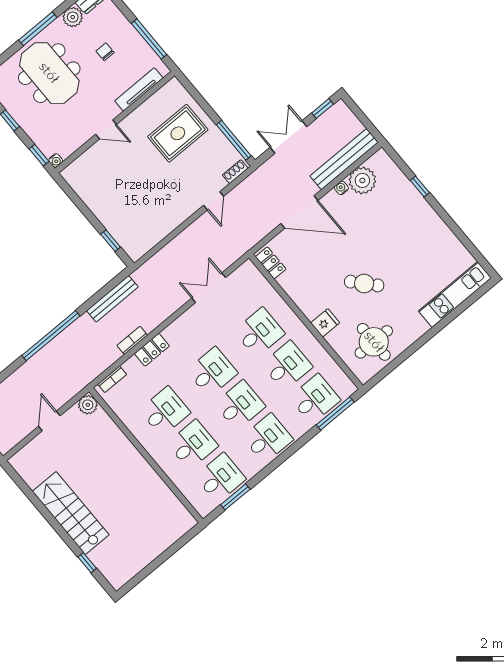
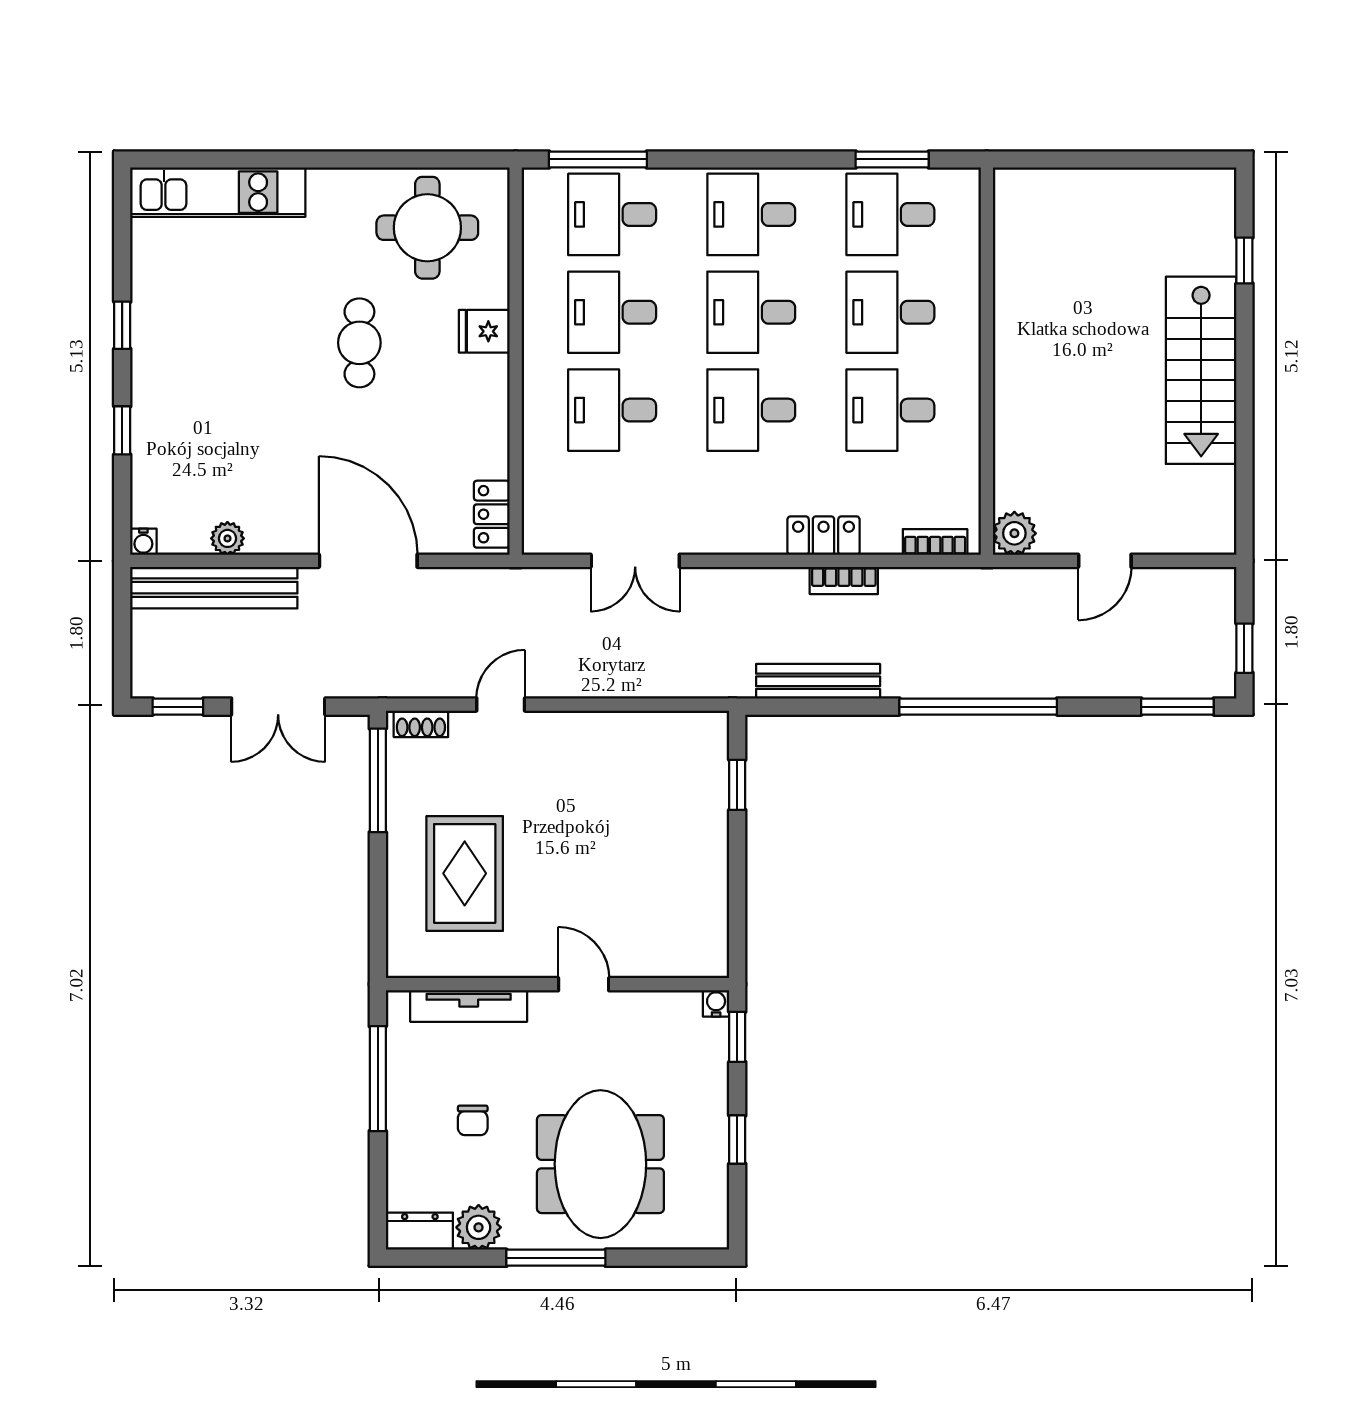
rug: (178, 133) -> (465, 873), turned 90
plant: (362, 180) -> (227, 538), width x0.53, depth x0.53
water cooler: (341, 188) -> (143, 542), moved
window: (450, 222) -> (122, 325), added
cafe table: (364, 284) -> (359, 343), turned 42

